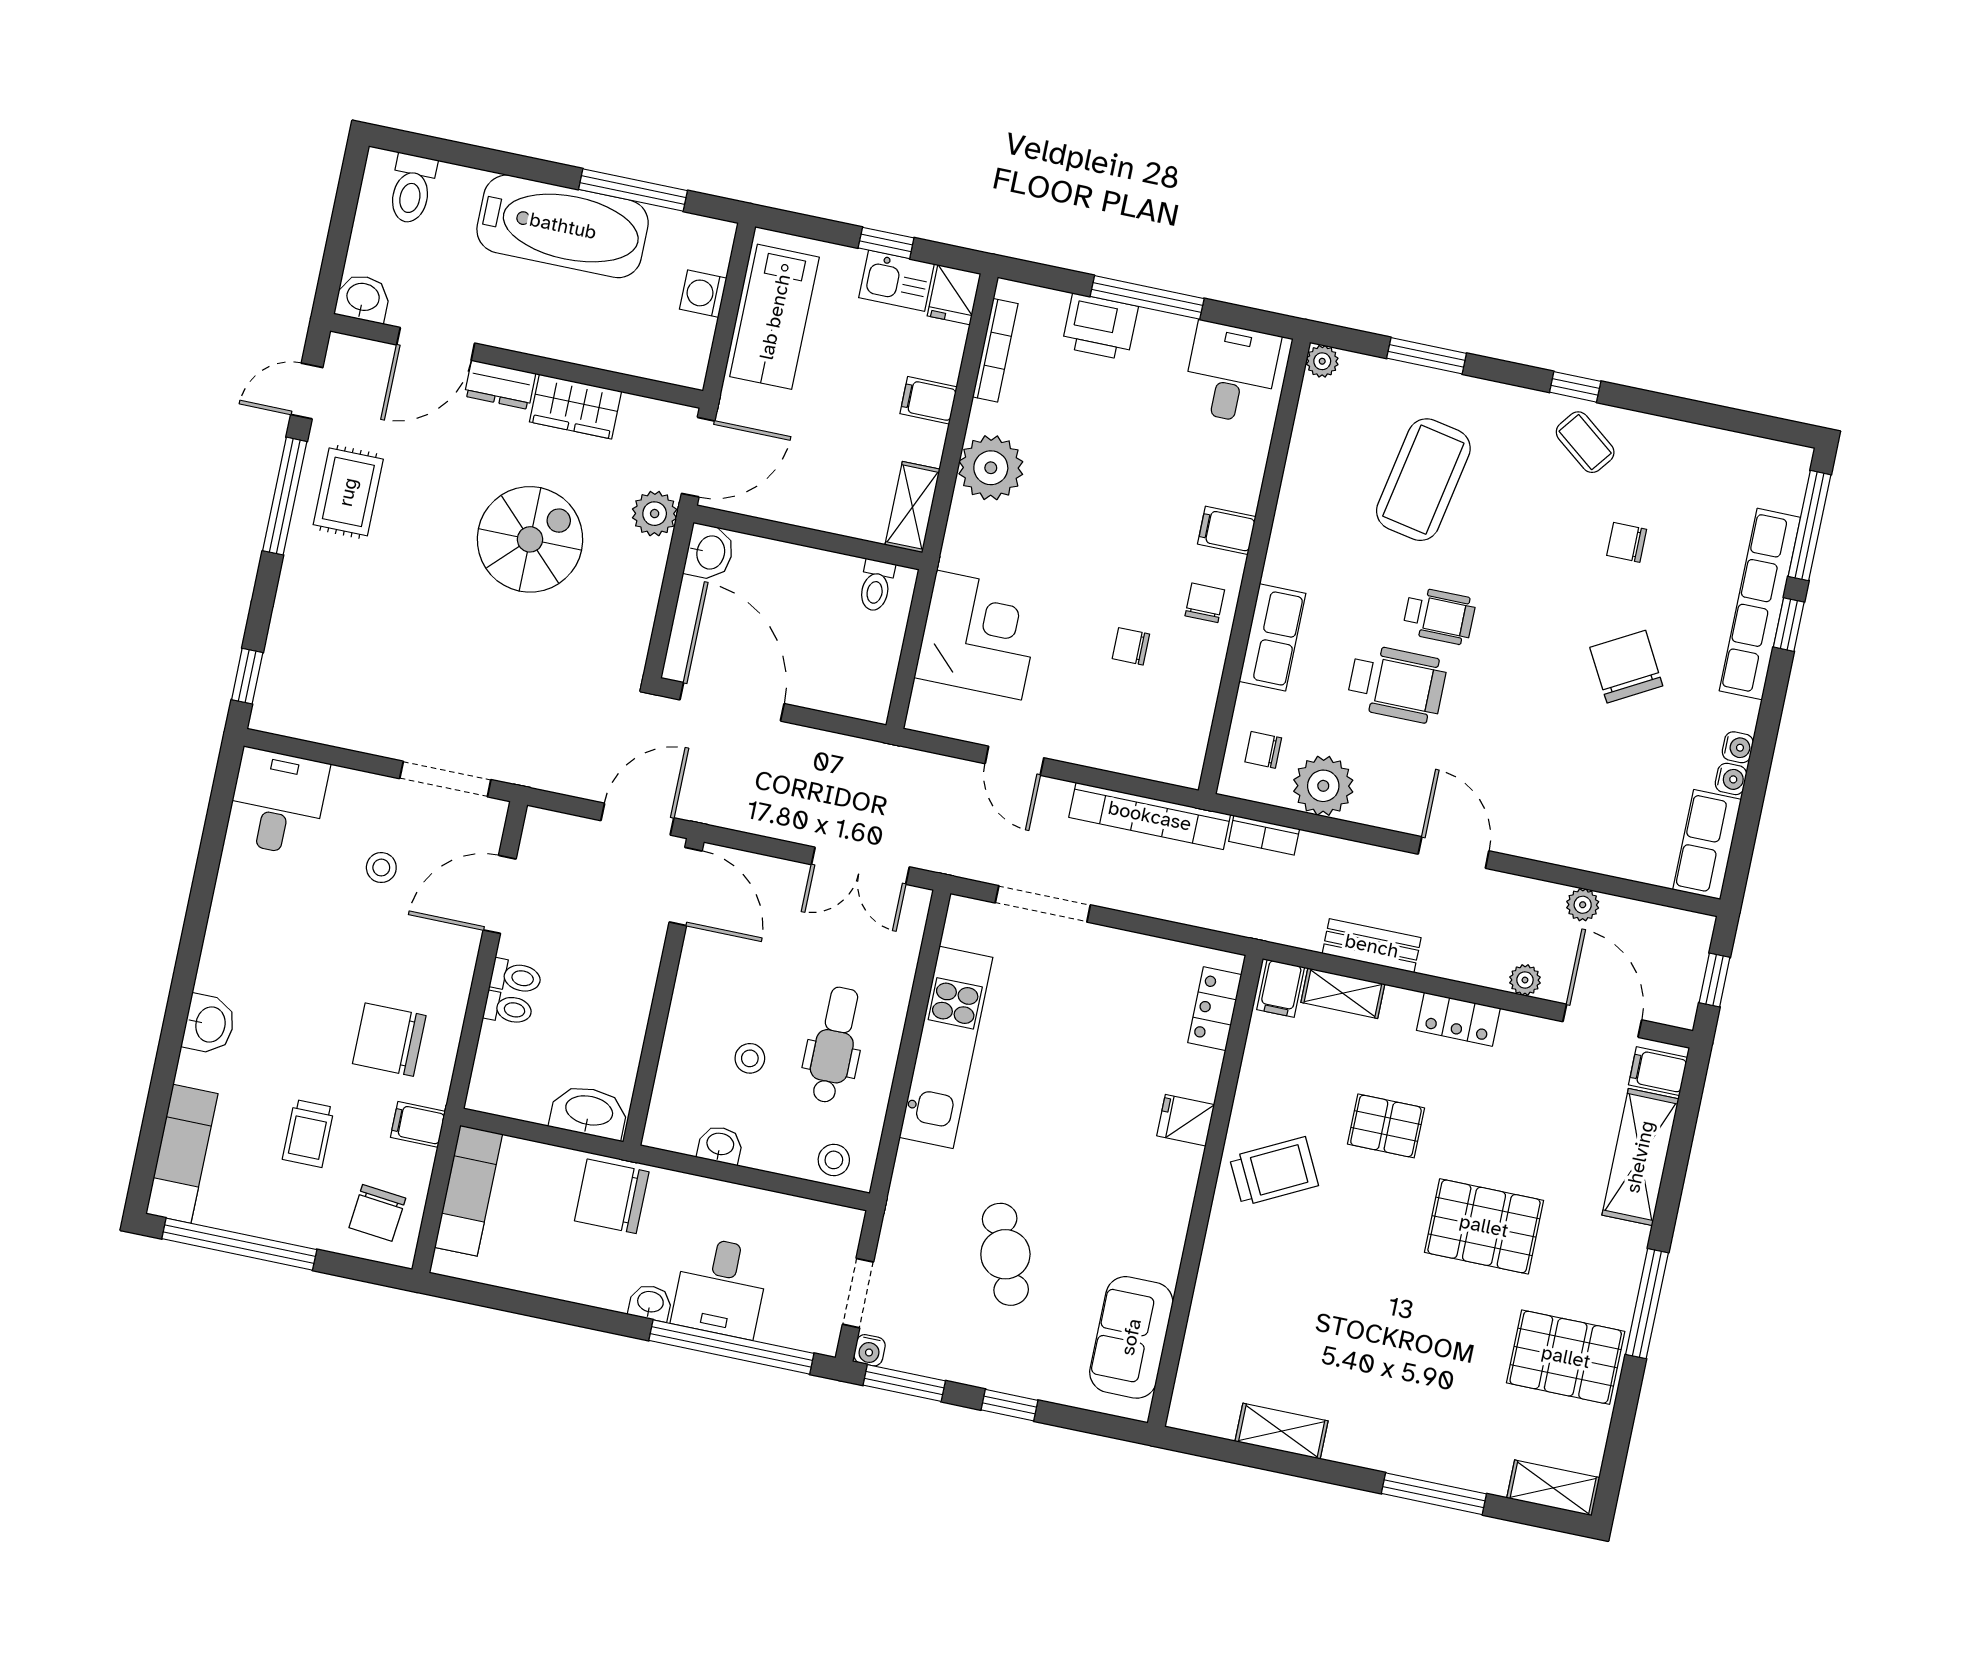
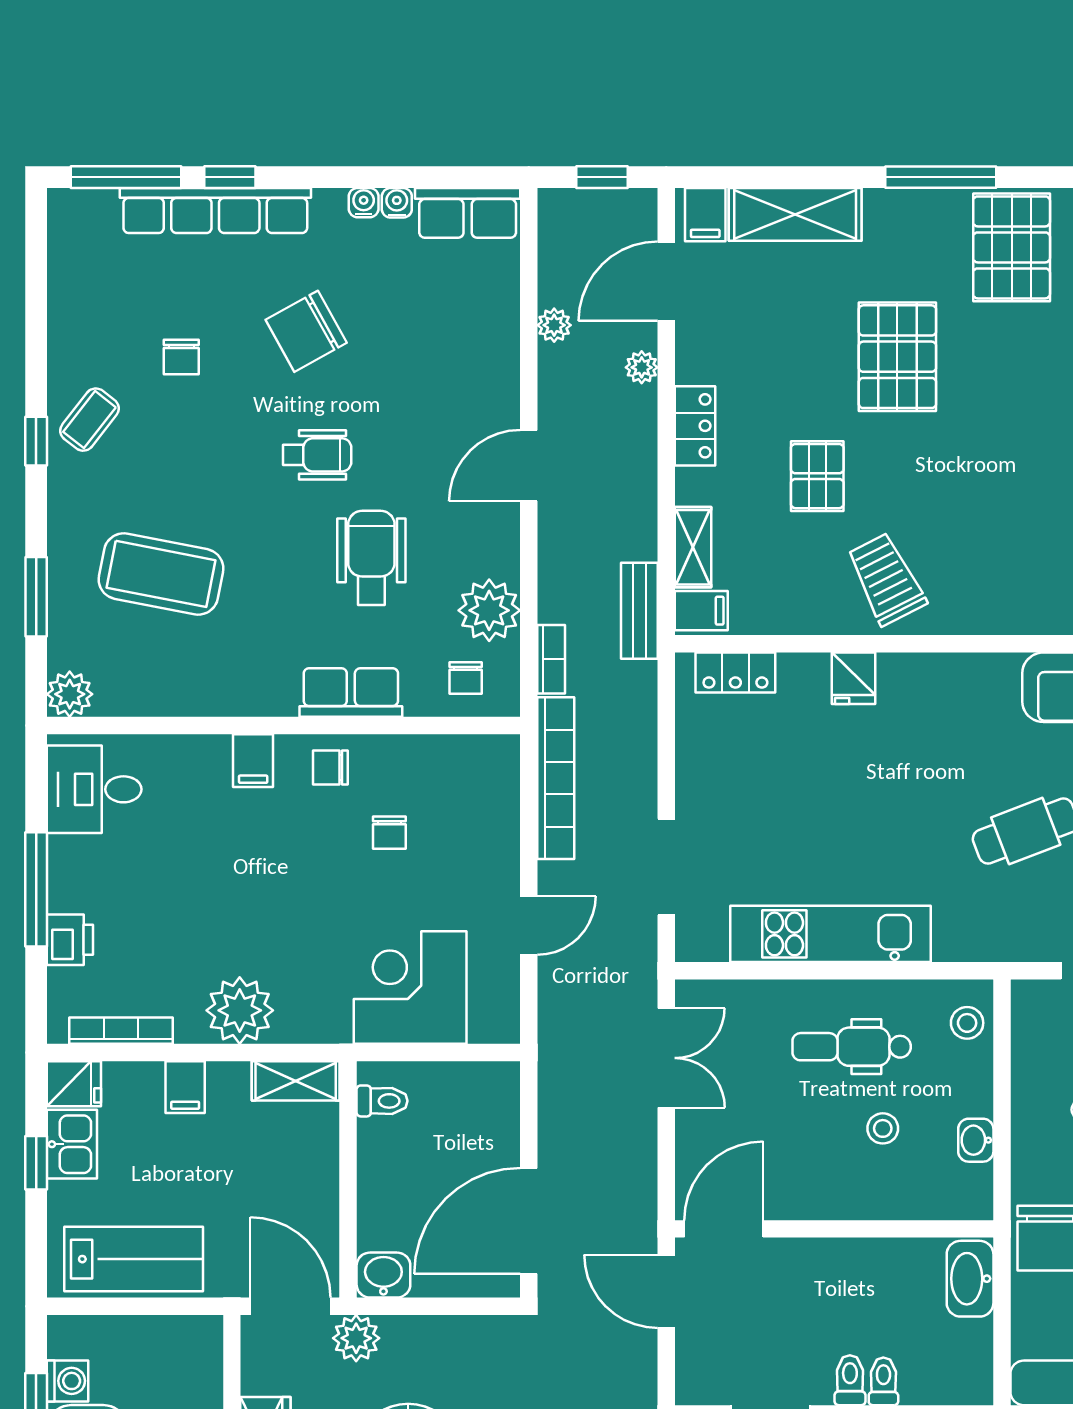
washing machine: (703, 294) -> (67, 1381), moved, turned -90
printer: (1100, 327) -> (70, 940), width x0.73, depth x0.81
plant: (1322, 361) -> (70, 694), width x1.38, depth x1.38
wheelchair: (1439, 616) -> (317, 455), moved, turned 90
bench: (1372, 946) -> (639, 611), moved

